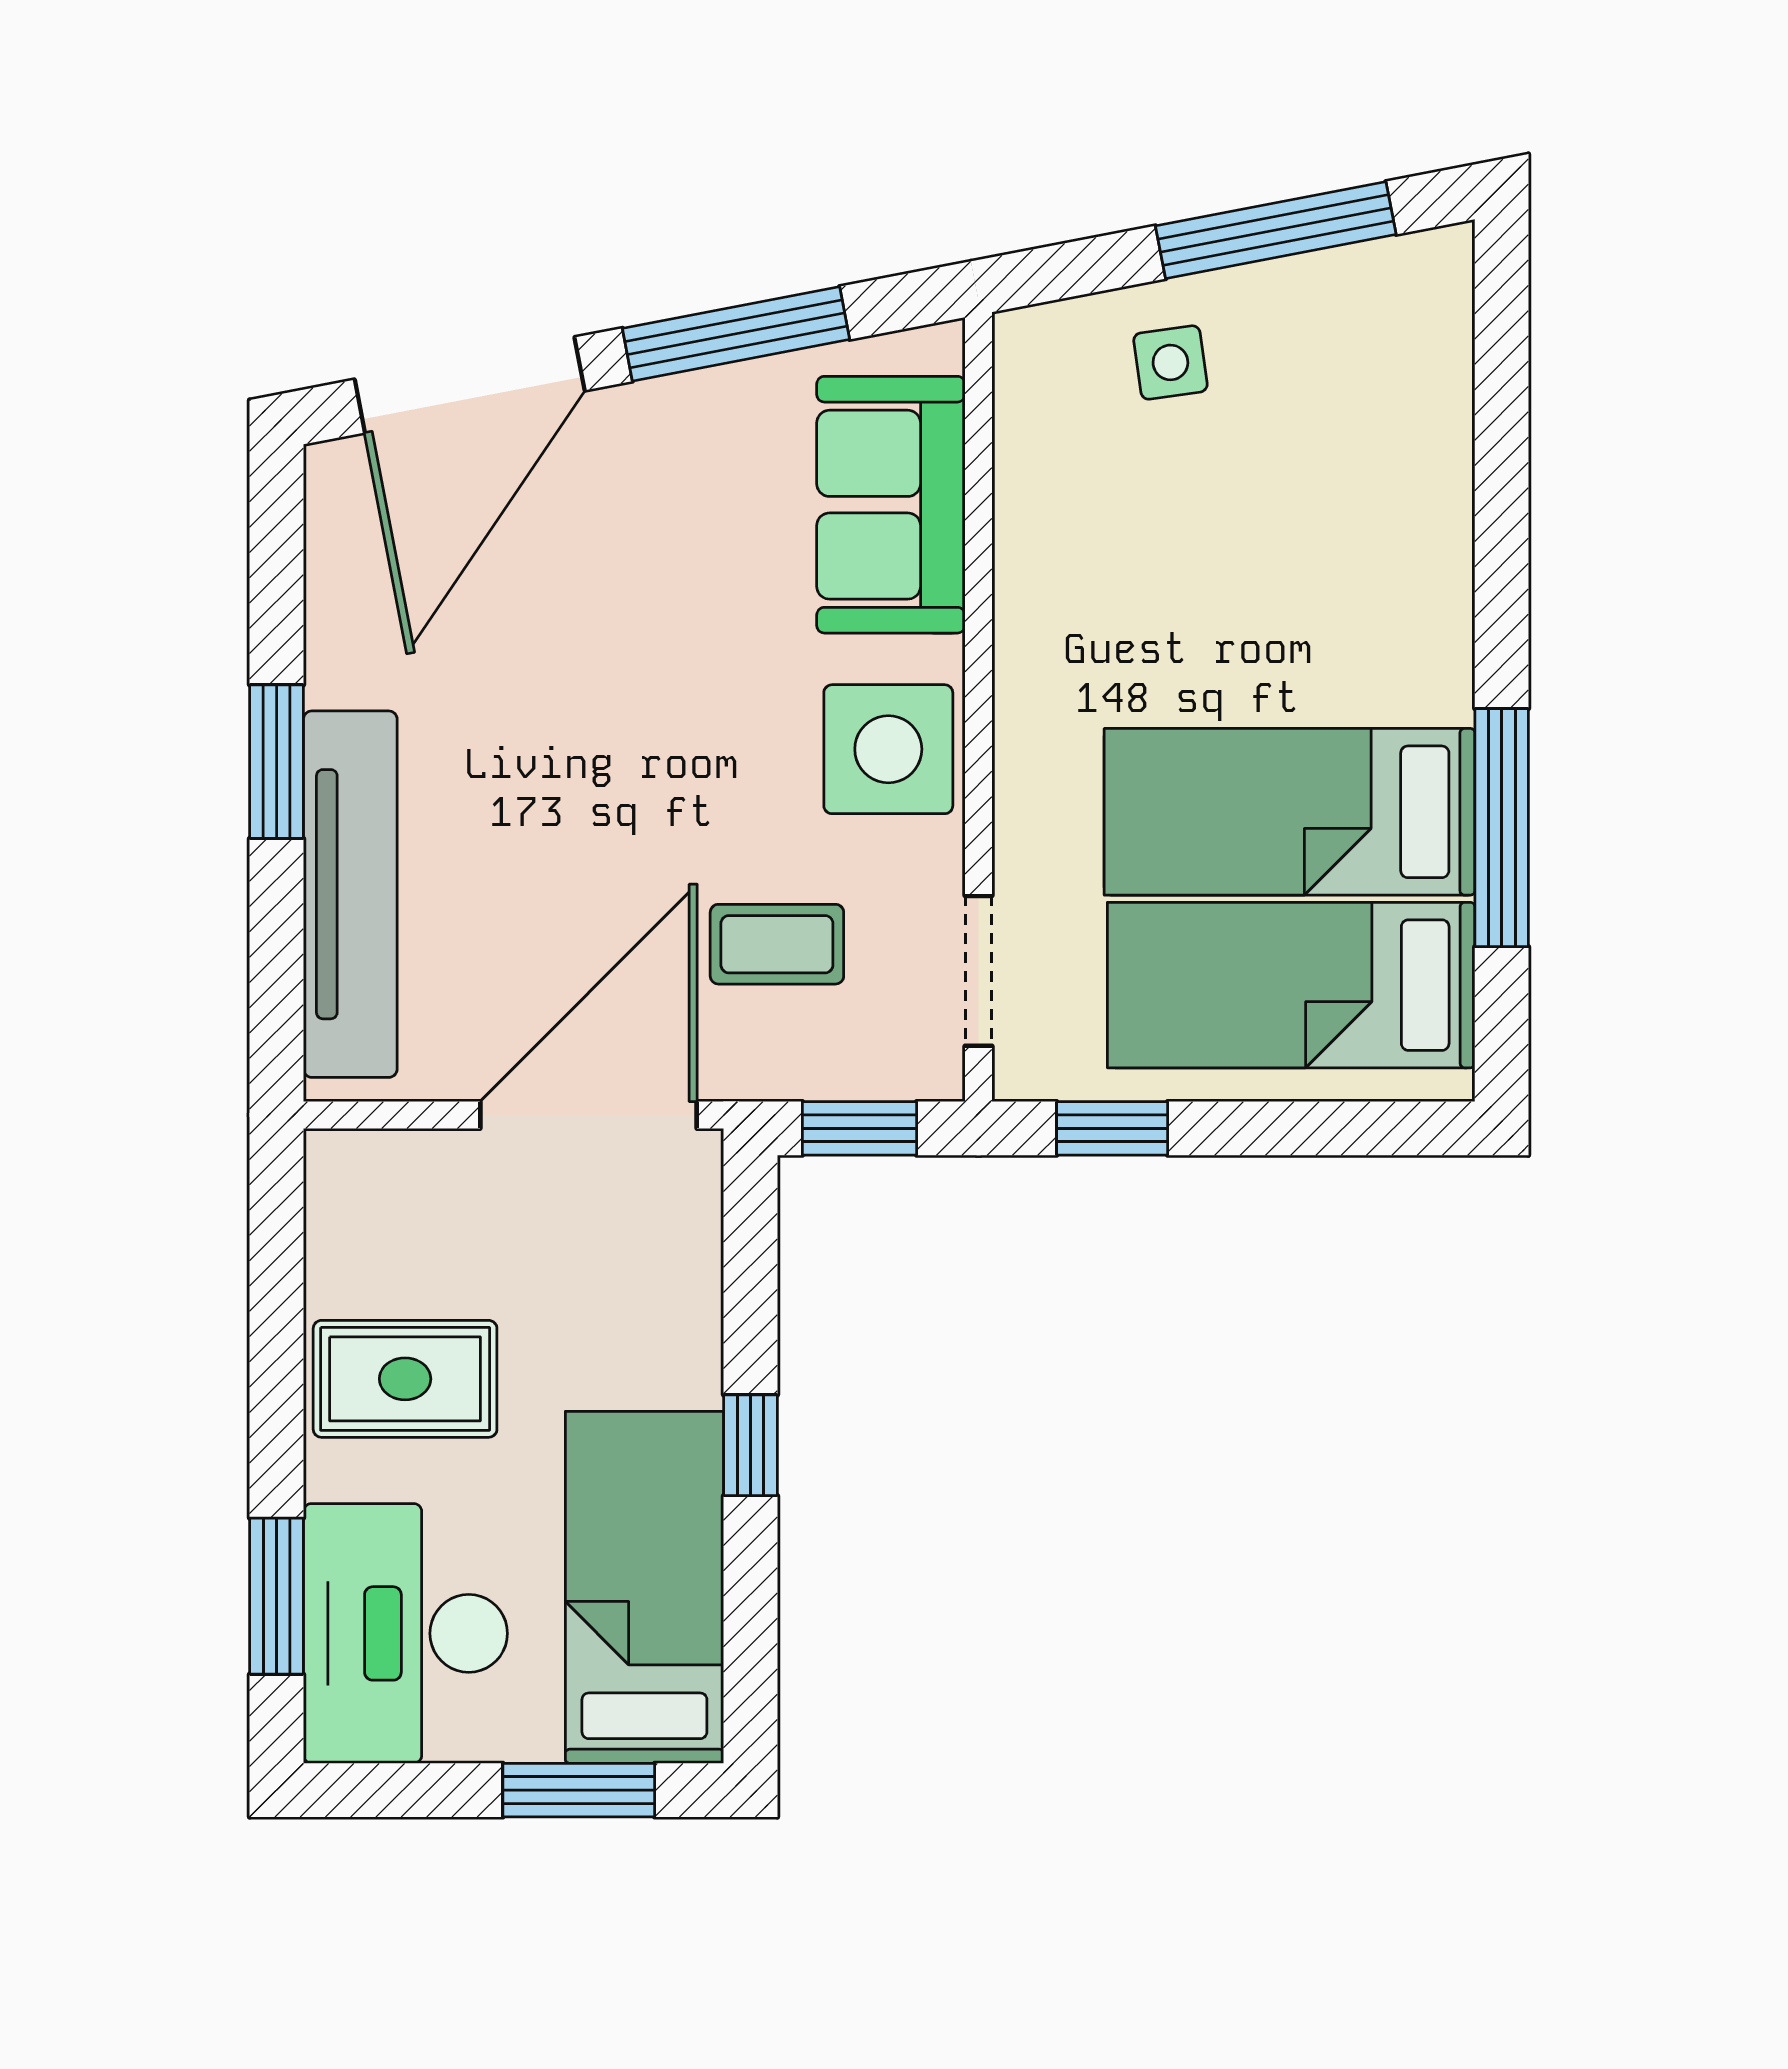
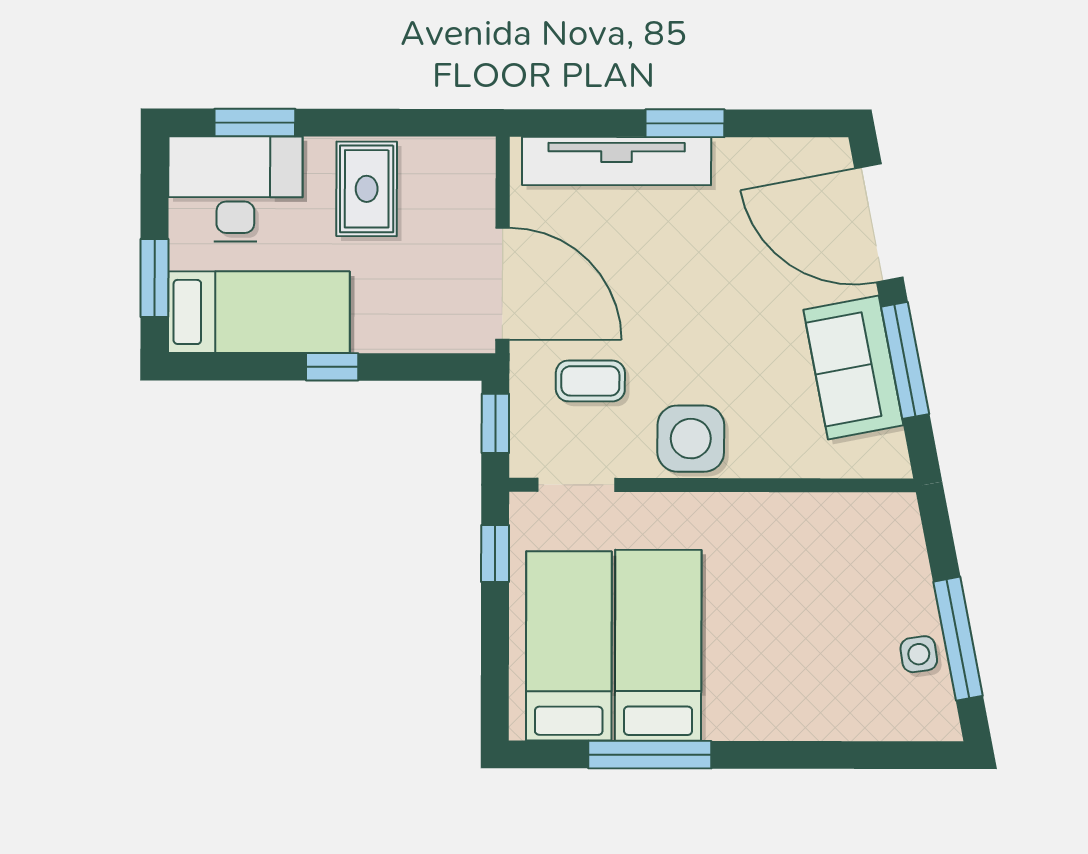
side table: (1170, 362) -> (919, 654), moved
sofa: (891, 505) -> (853, 368), moved, turned -101
coffee table: (777, 944) -> (590, 381), turned 90

